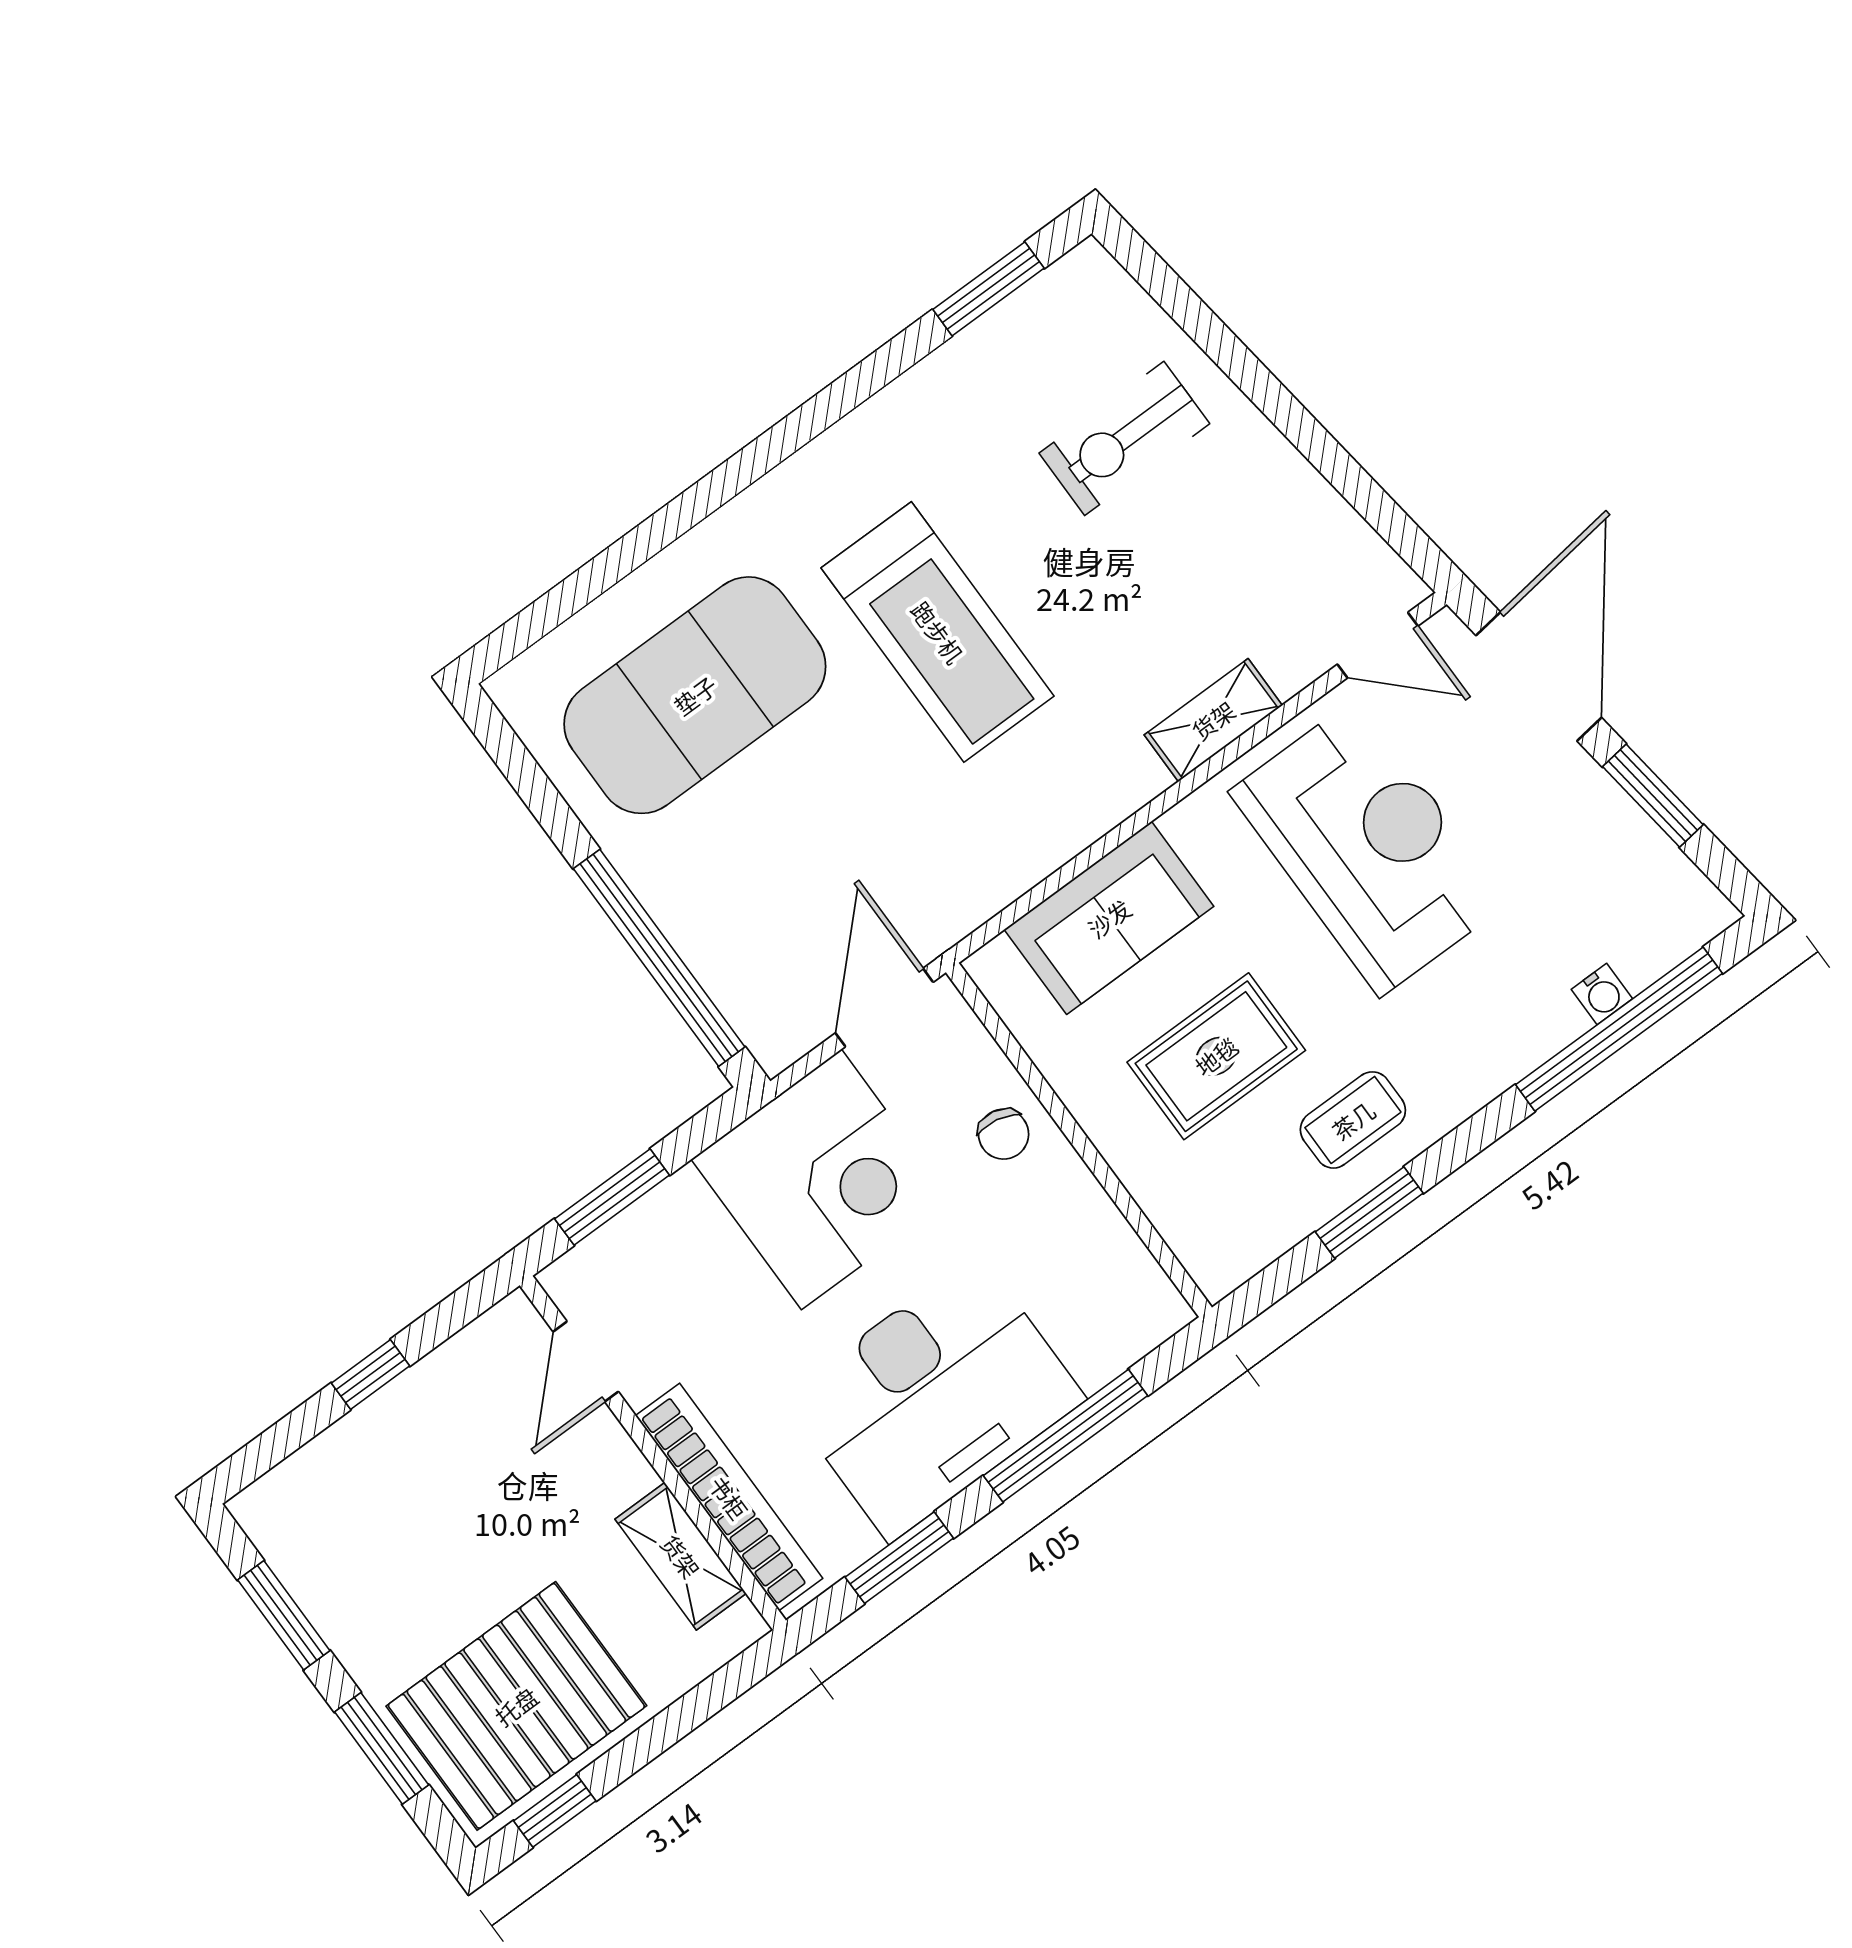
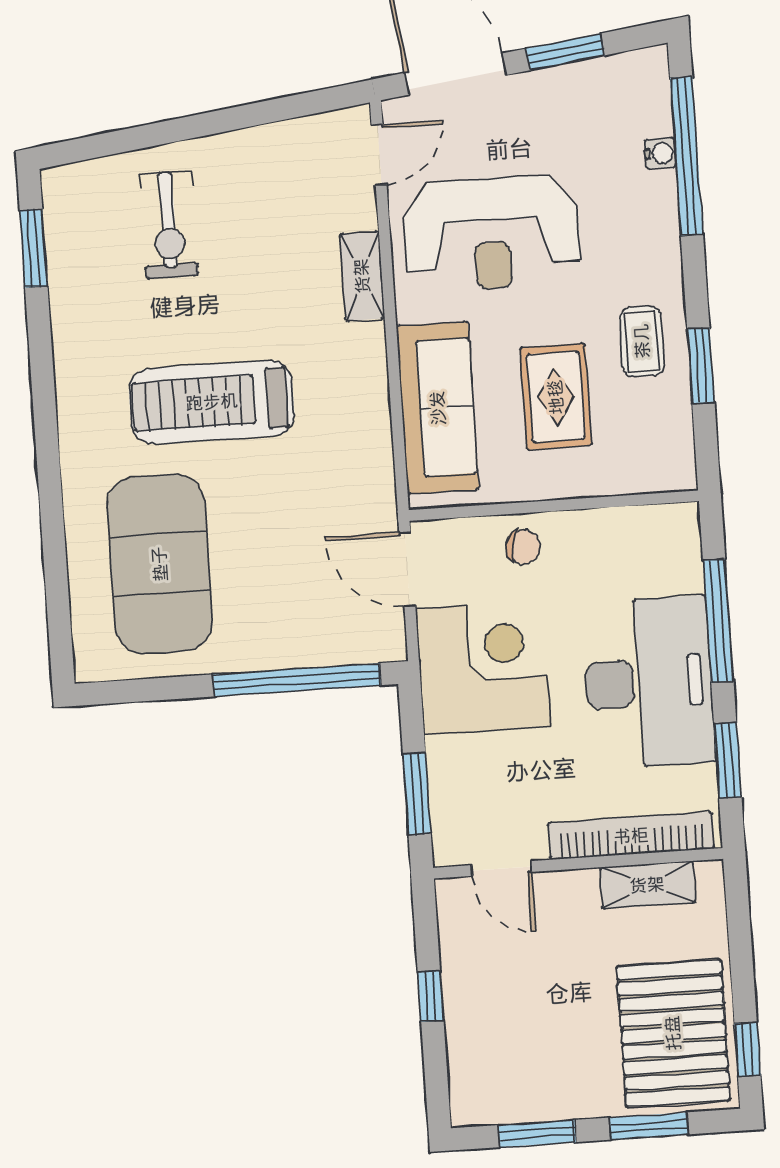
treadmill: (938, 632) -> (212, 402), turned 180
reception desk: (1369, 847) -> (491, 233), turned 180
sofa: (1109, 918) -> (438, 408), width x1.36

